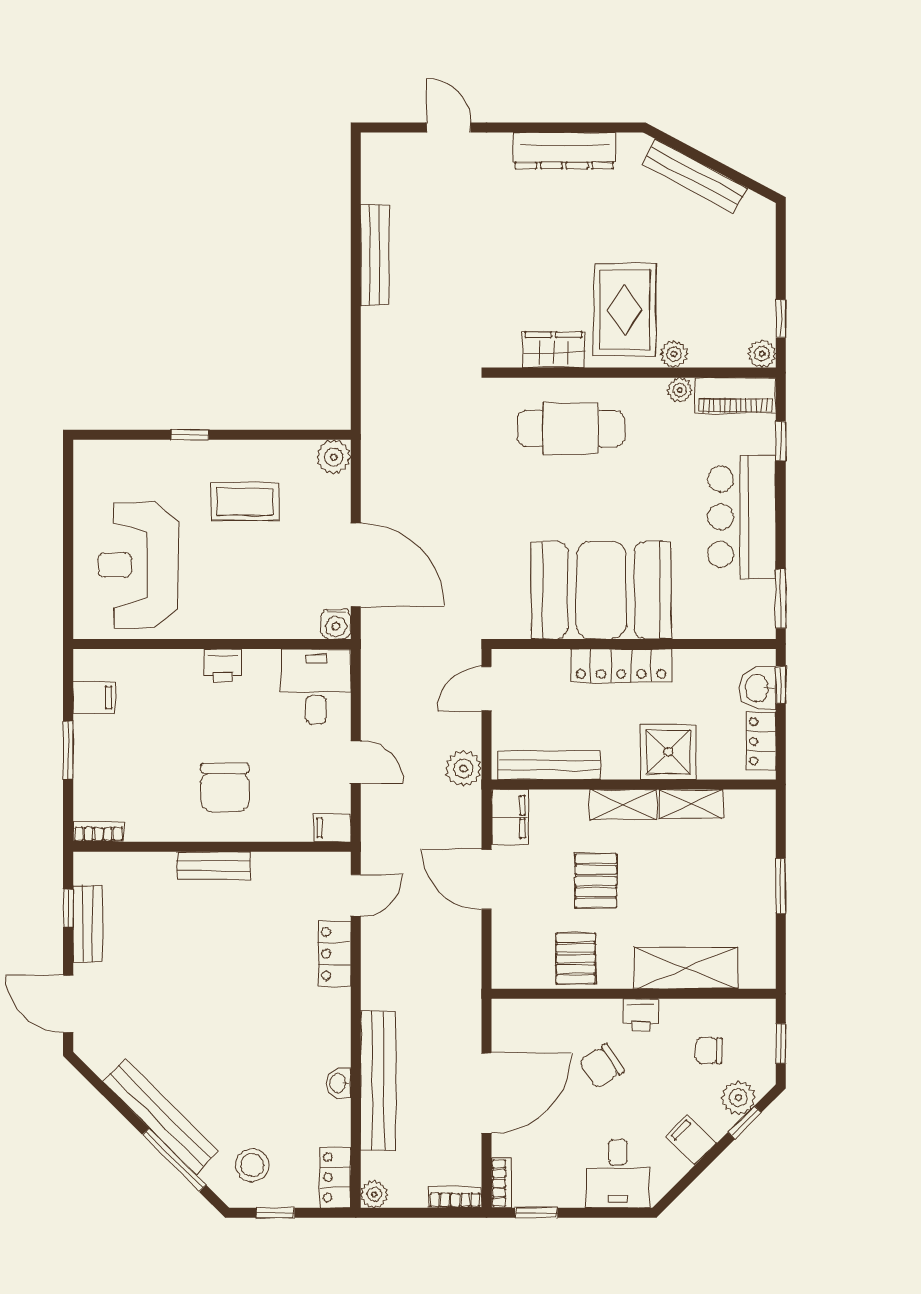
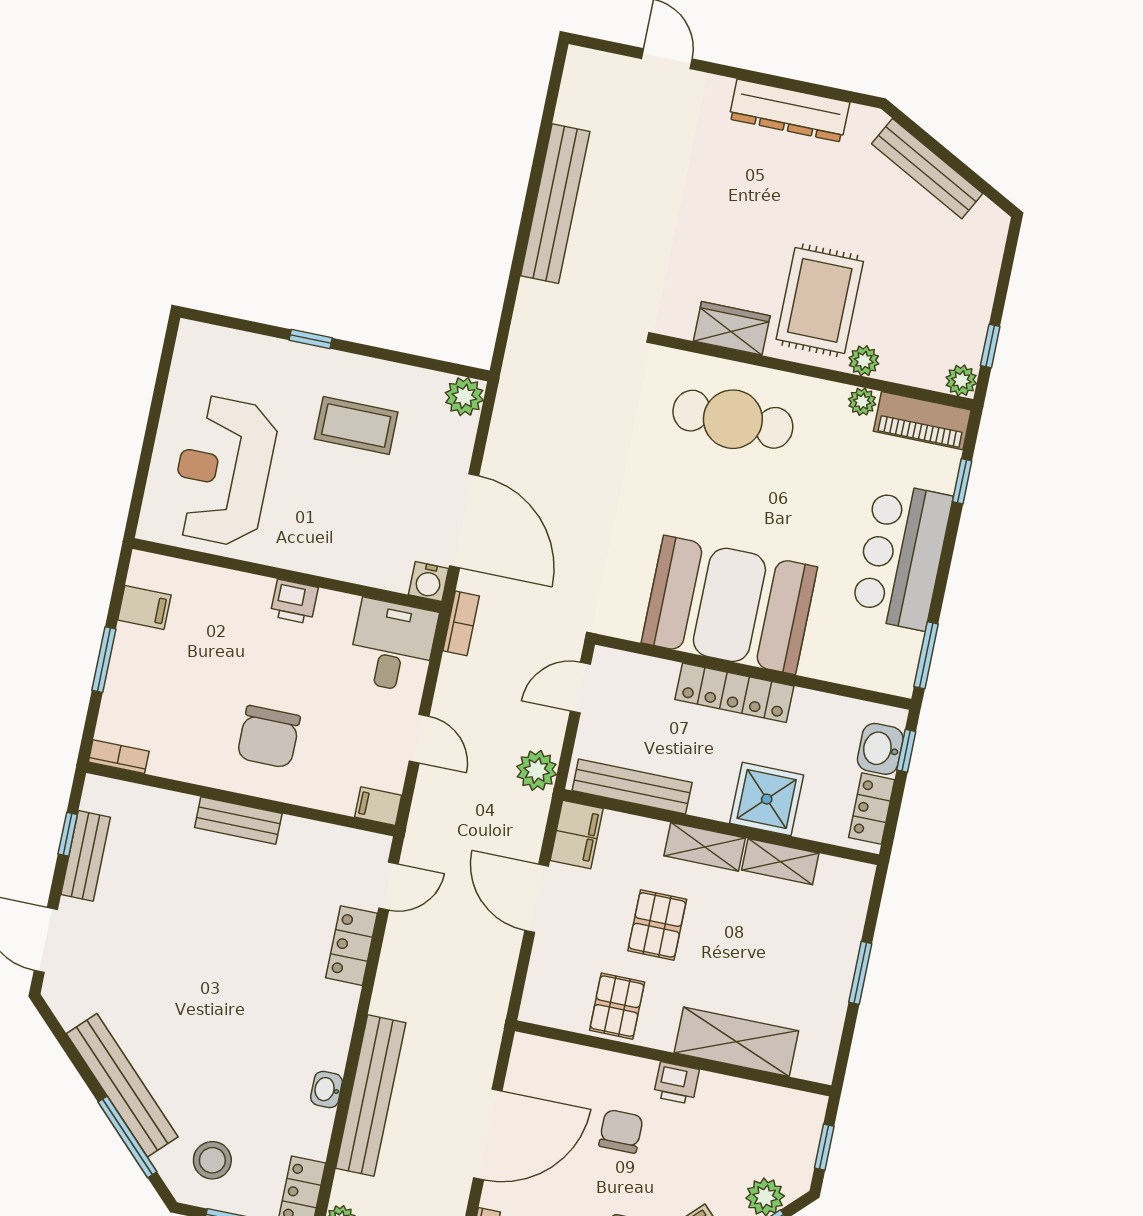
bench: (375, 255) -> (555, 204), width x1.37, depth x1.21
bookcase: (372, 655) -> (461, 623), added
chair: (709, 1050) -> (743, 1138), removed
chair: (602, 1066) -> (621, 1131), turned 122

